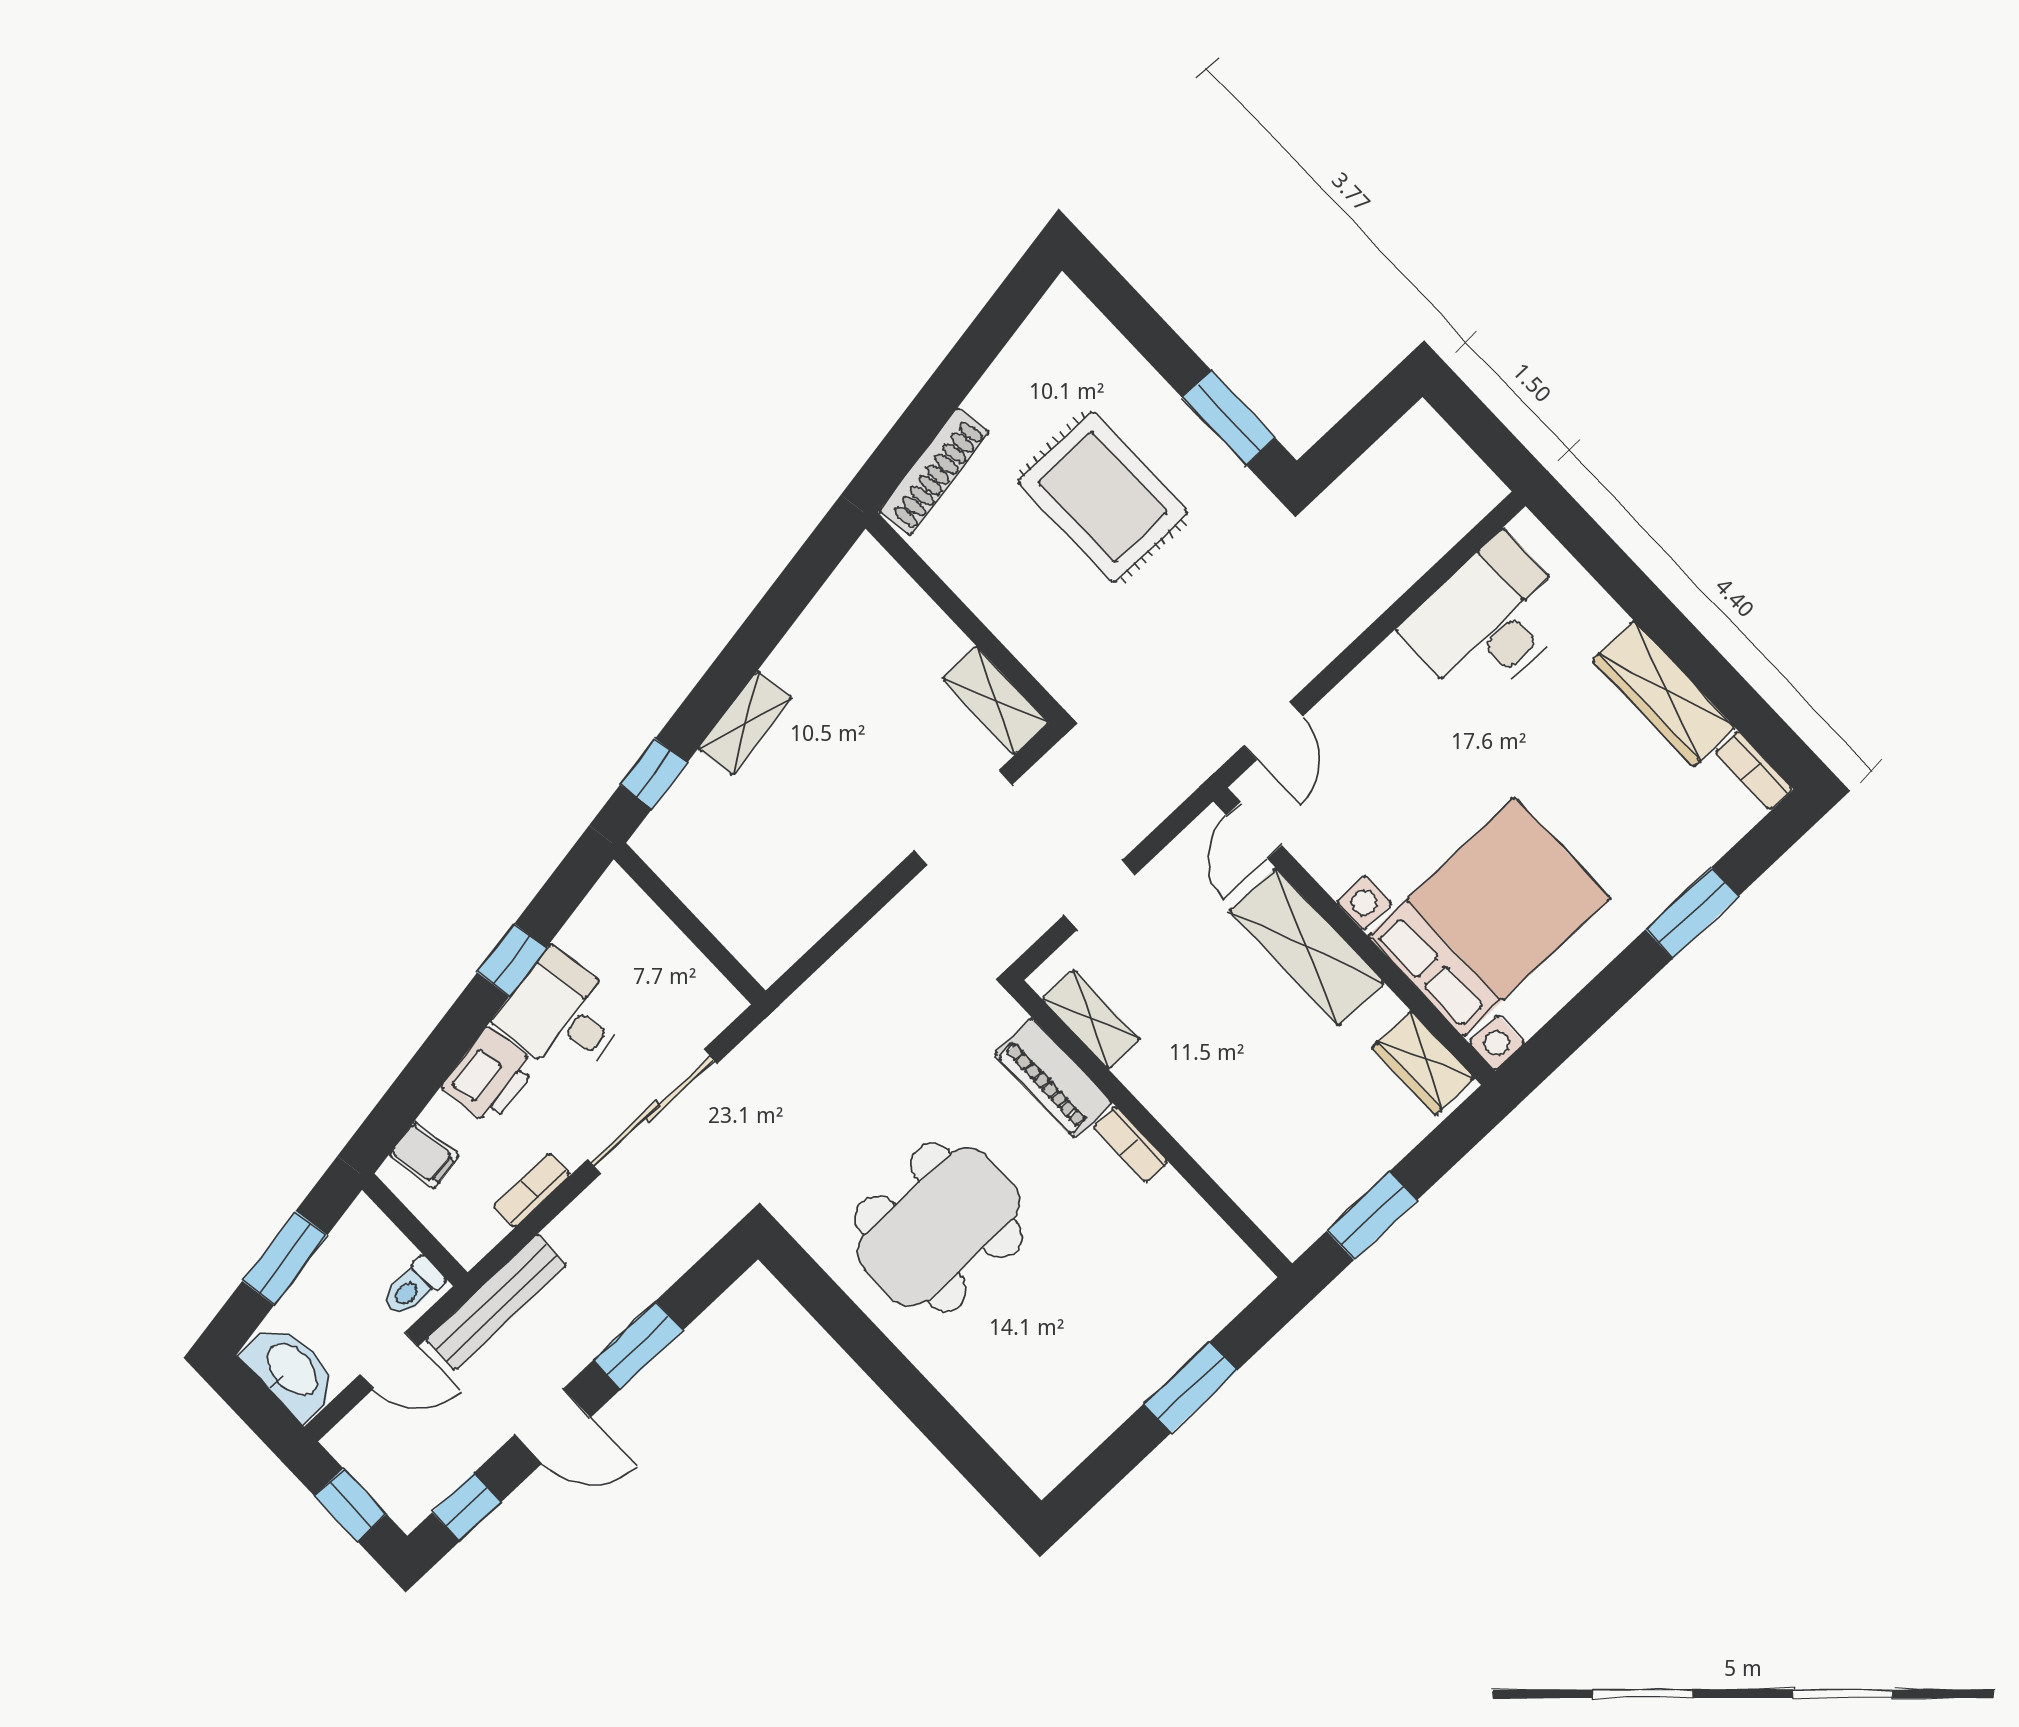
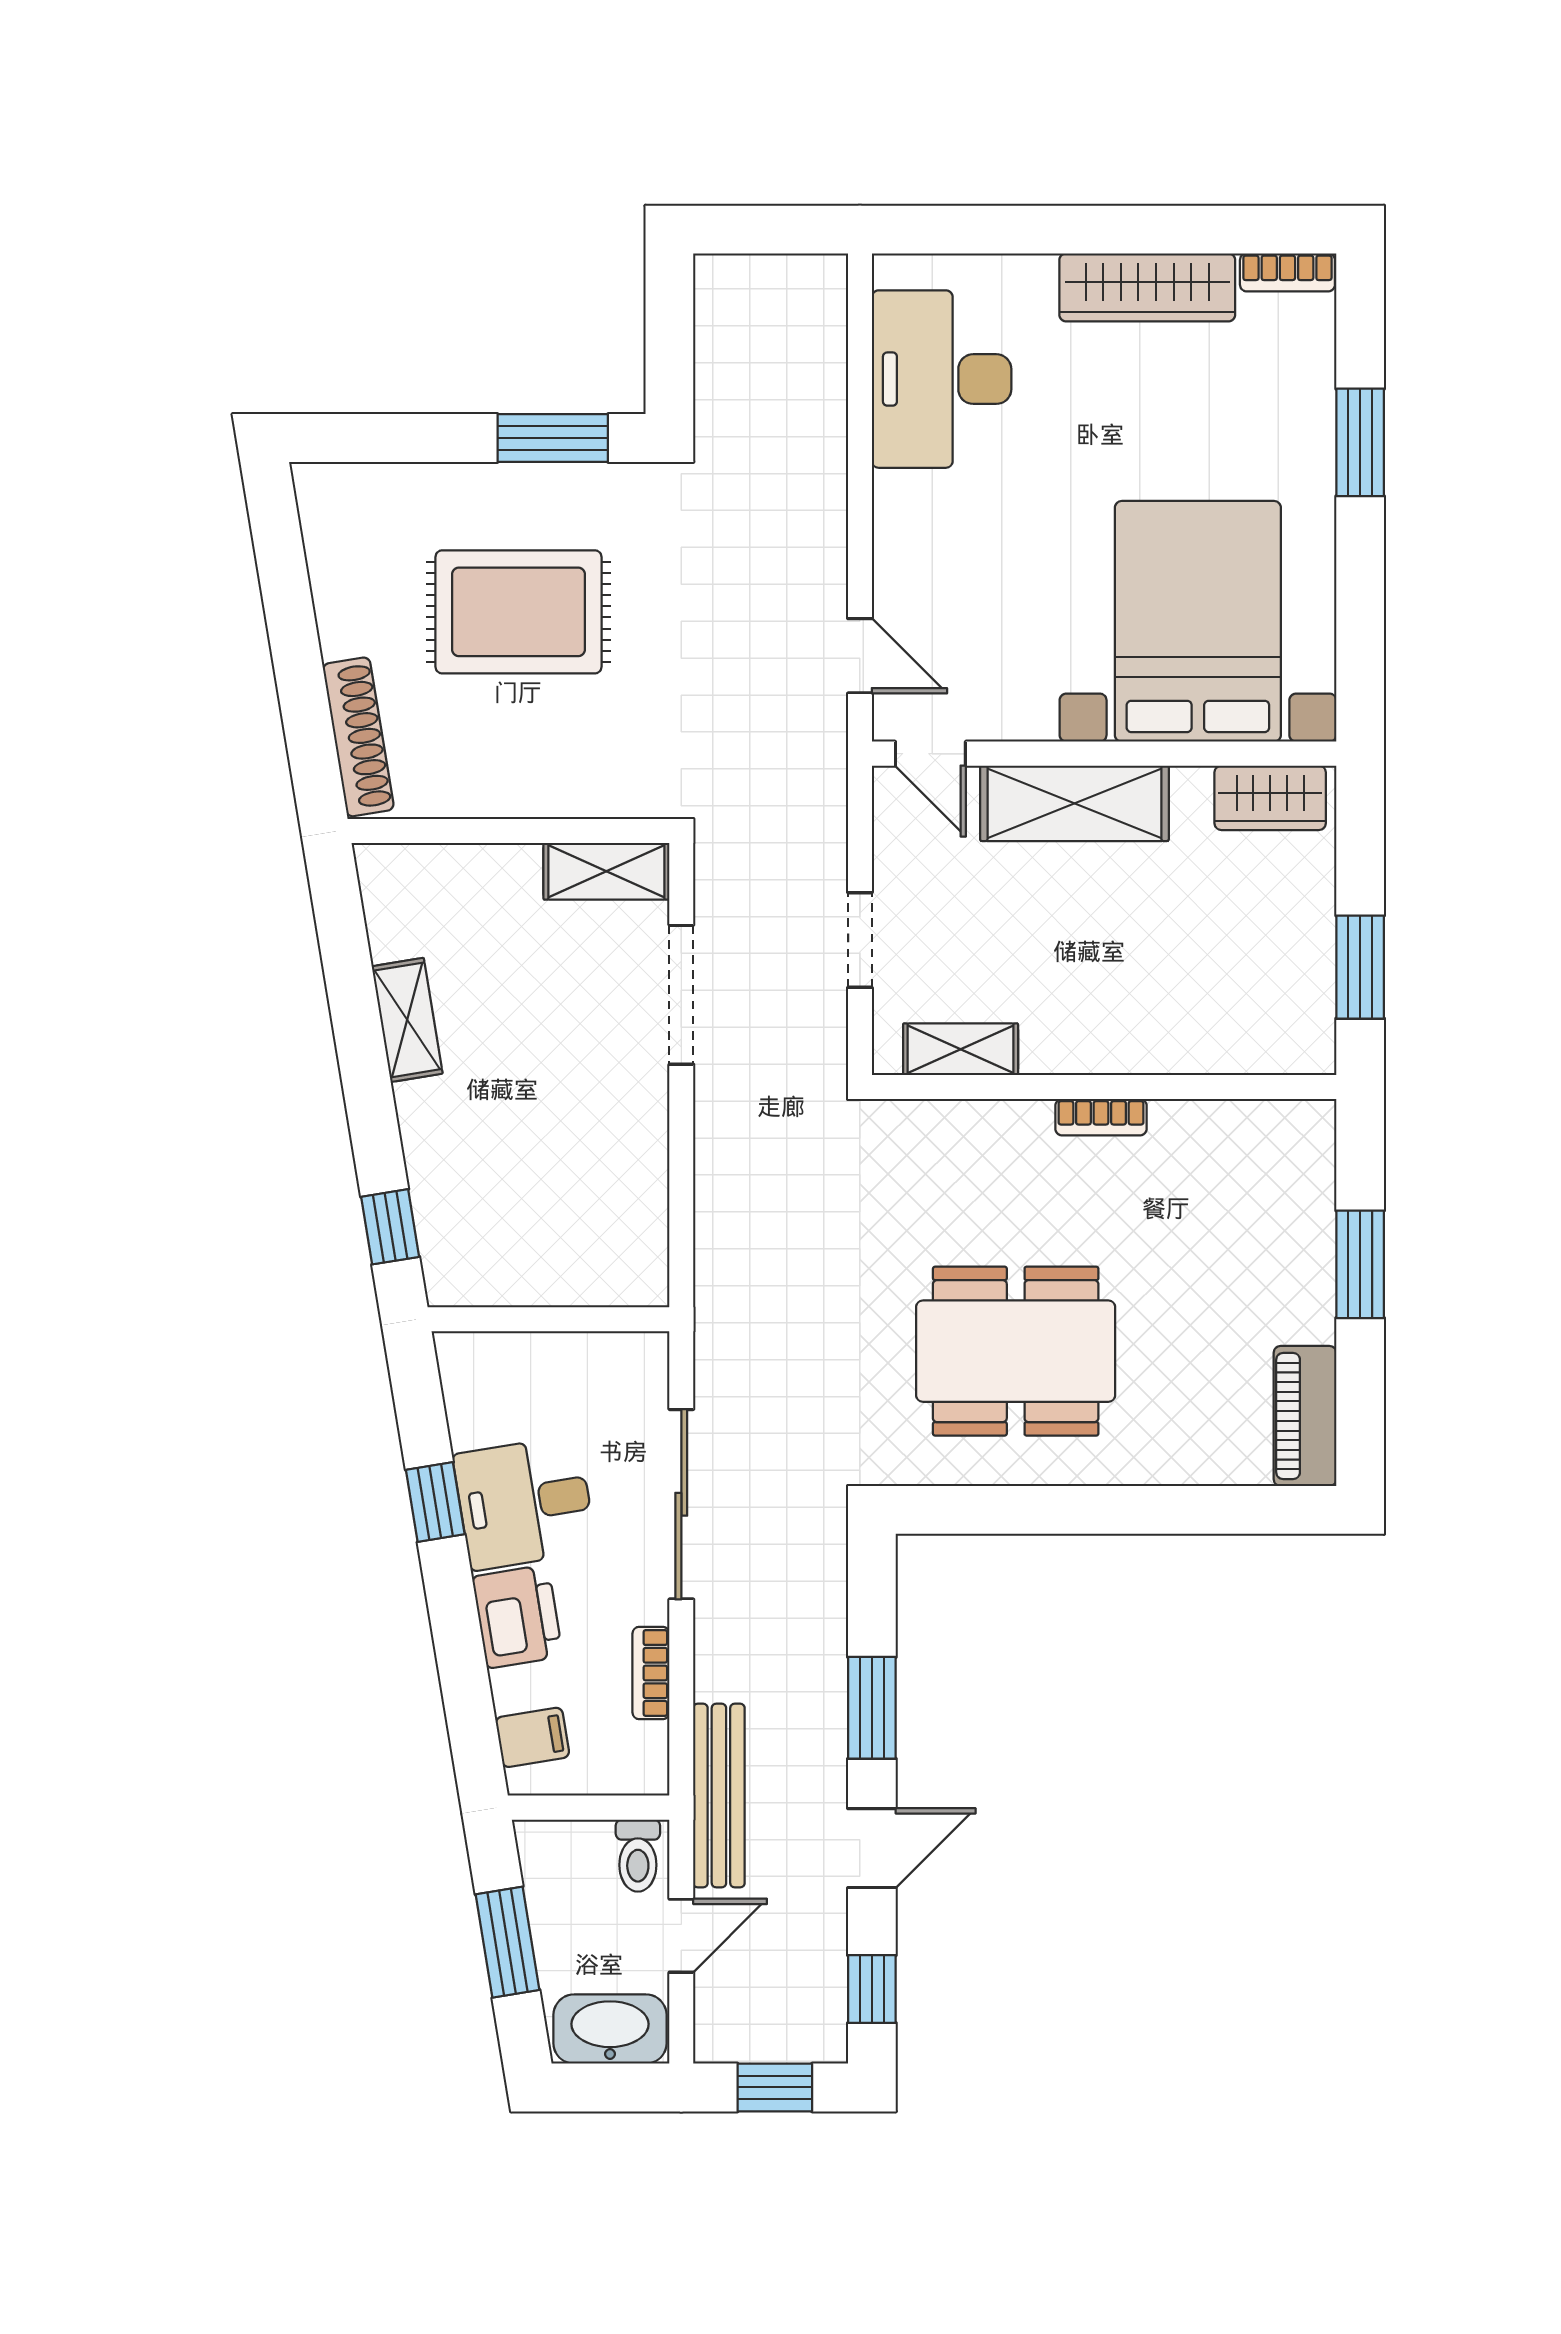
shelving: (745, 723) -> (407, 1020), moved
piano: (1053, 1078) -> (1305, 1416), moved, turned 90
dining table: (939, 1227) -> (1016, 1351), turned 90

